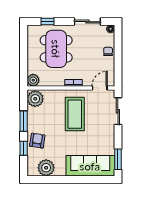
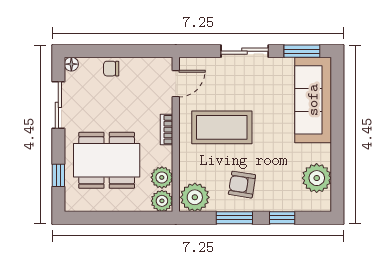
plant: (46, 80) -> (162, 177), added
door: (100, 88) -> (176, 84), swing flipped
sliding door: (118, 111) -> (245, 51), moved
armchair: (37, 141) -> (242, 185), moved

